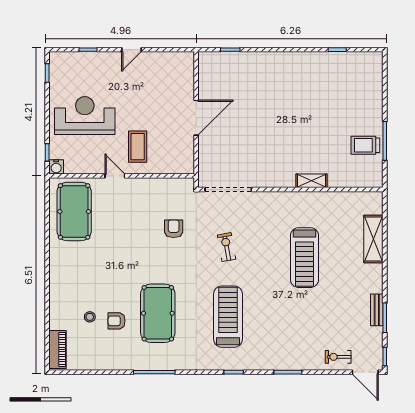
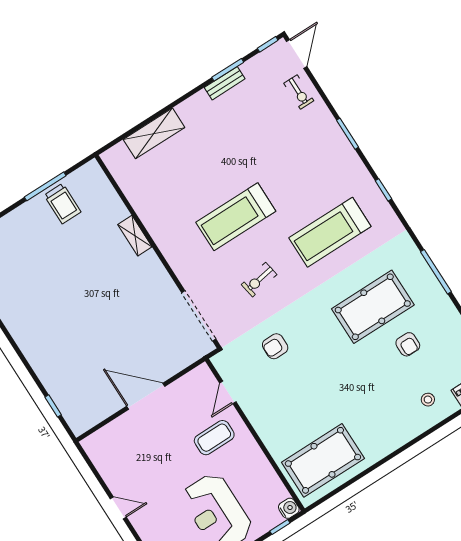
door: (115, 176) -> (228, 392), moved
treadmill: (305, 258) -> (236, 217), moved, turned 180
stool: (90, 317) -> (428, 400), moved

